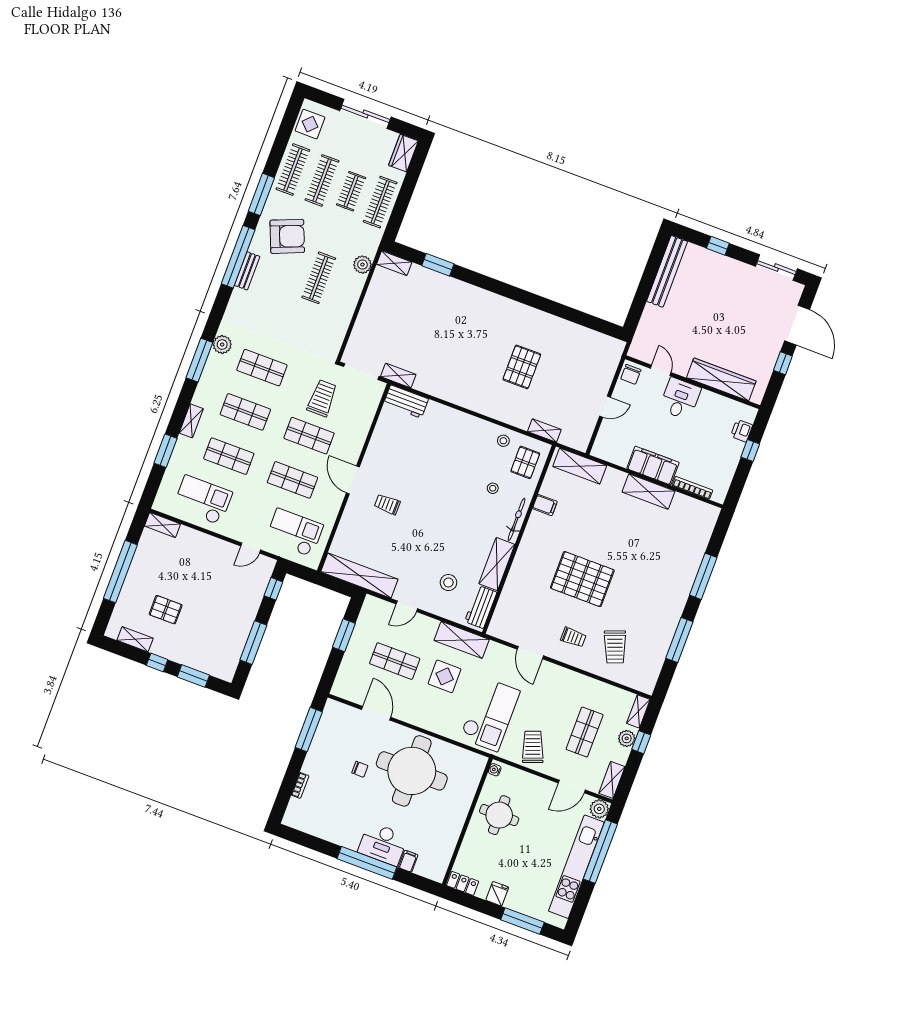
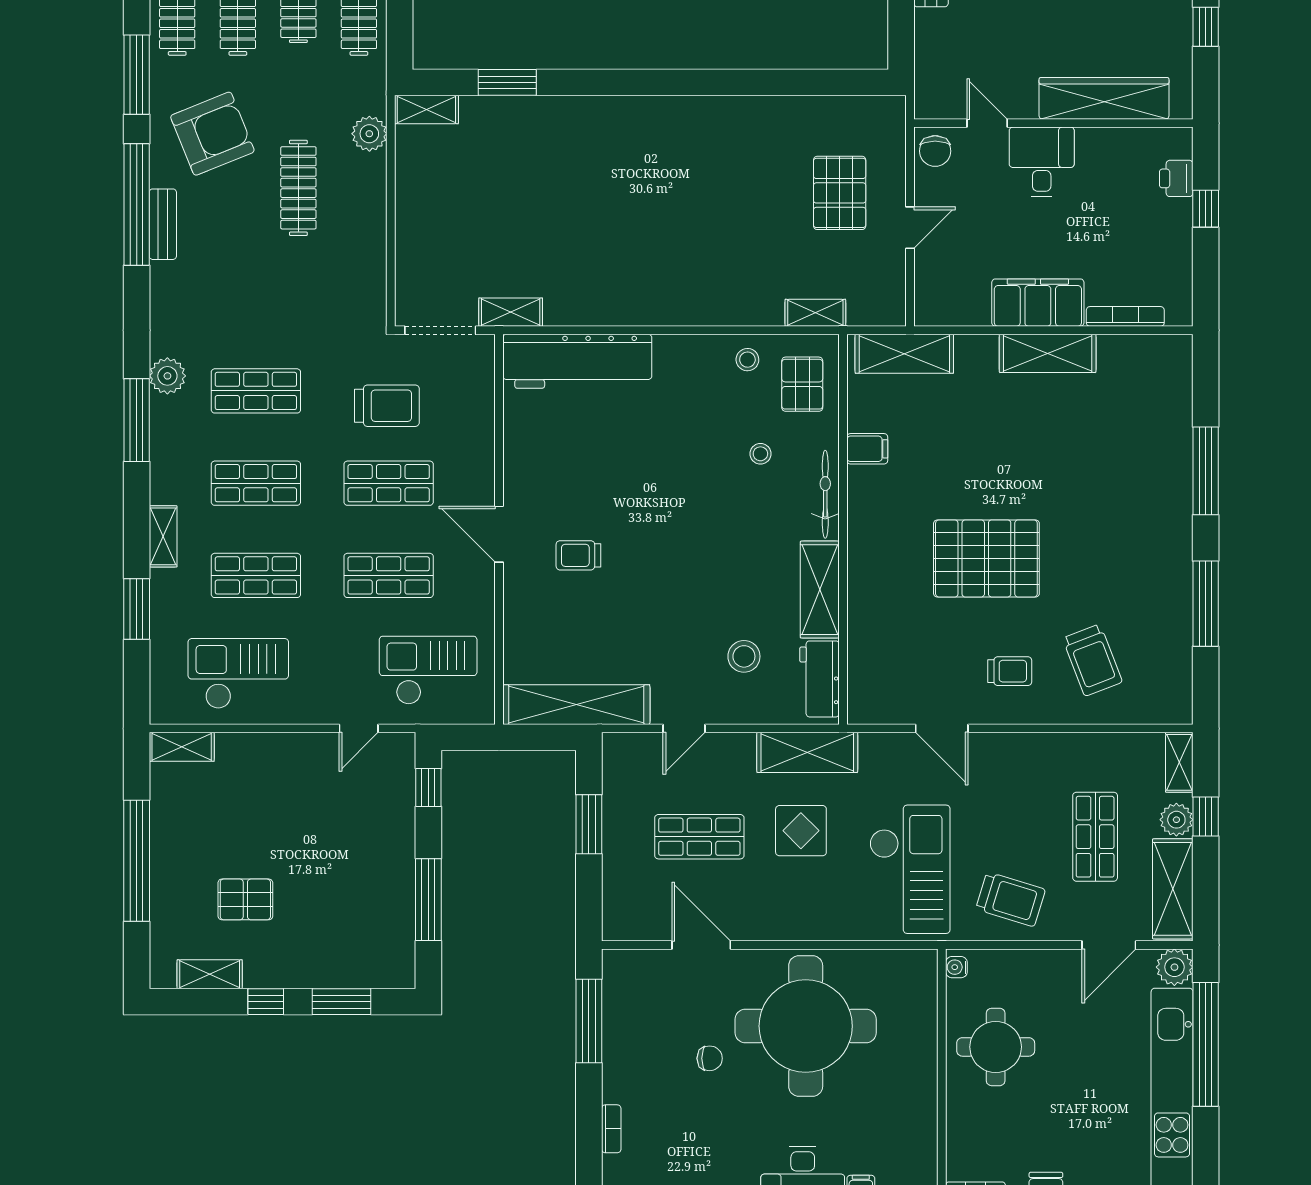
pallet: (522, 367) -> (840, 193), moved
trolley: (322, 398) -> (387, 406), turned 90
workbench: (406, 402) -> (577, 361), width x1.88, depth x1.32
trolley: (533, 747) -> (1011, 899), turned 127
shelving: (612, 780) -> (1173, 889), width x1.50, depth x1.33

